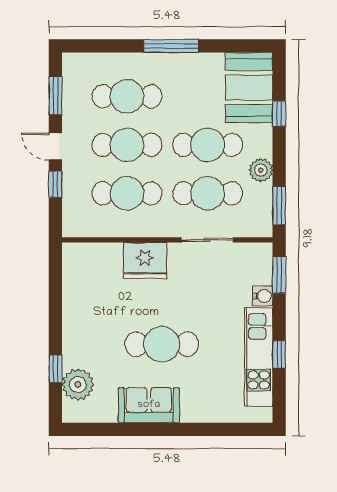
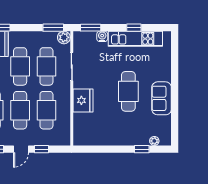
plant: (261, 170) -> (64, 37), moved
plant: (78, 385) -> (154, 141), width x0.53, depth x0.53

